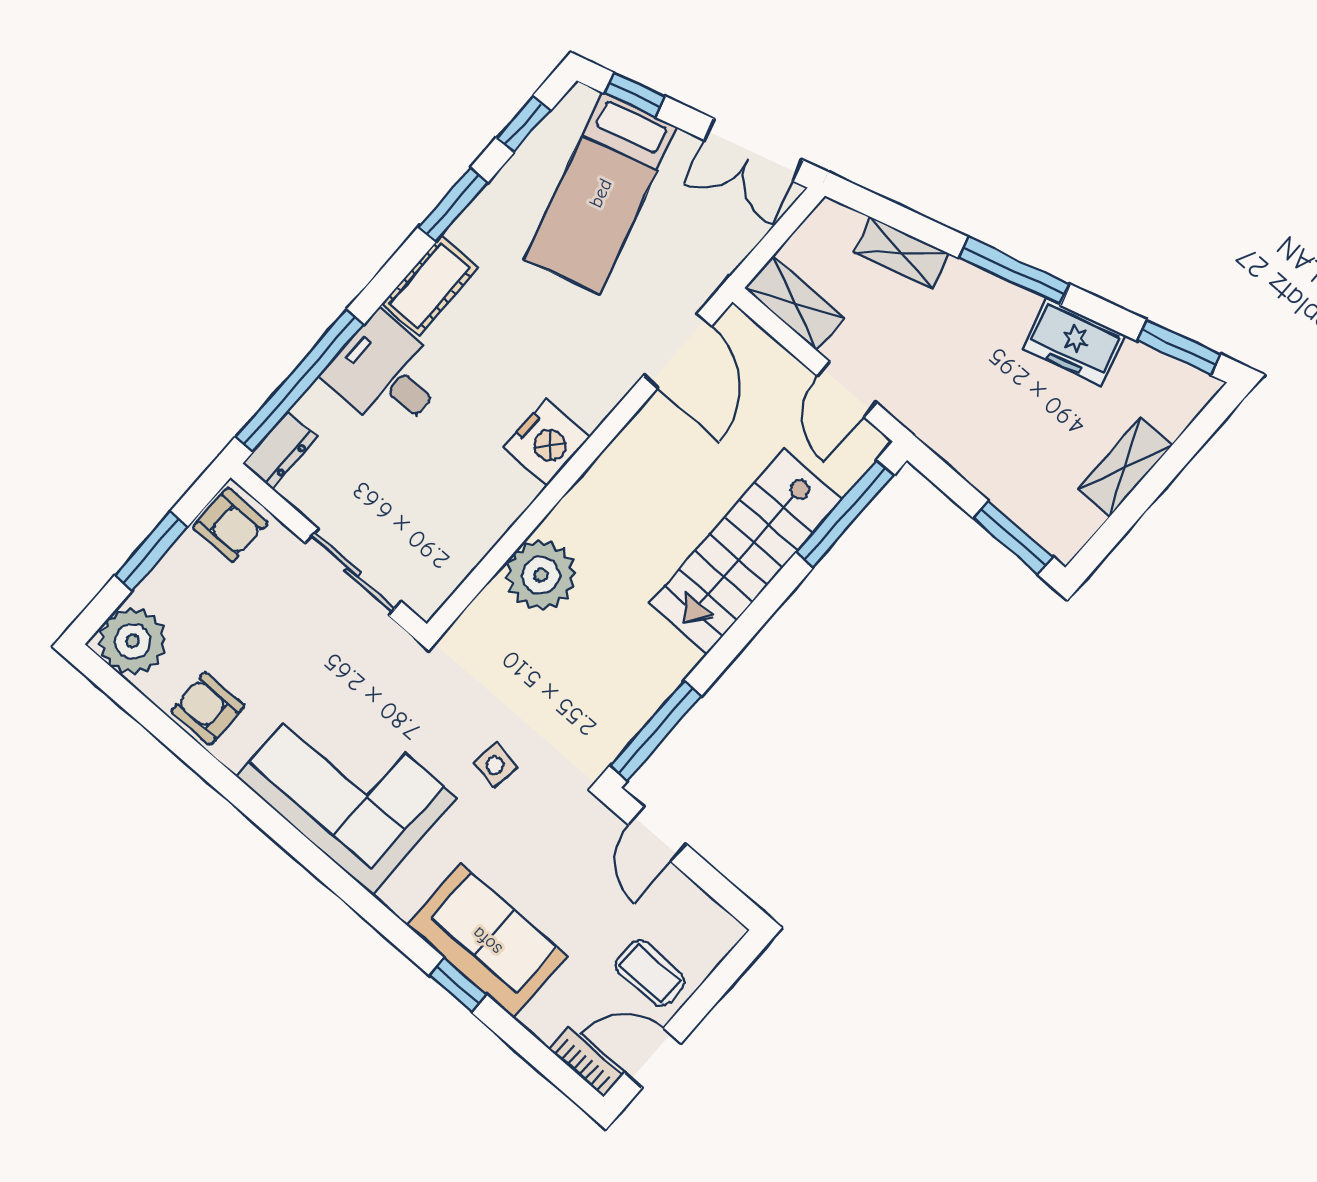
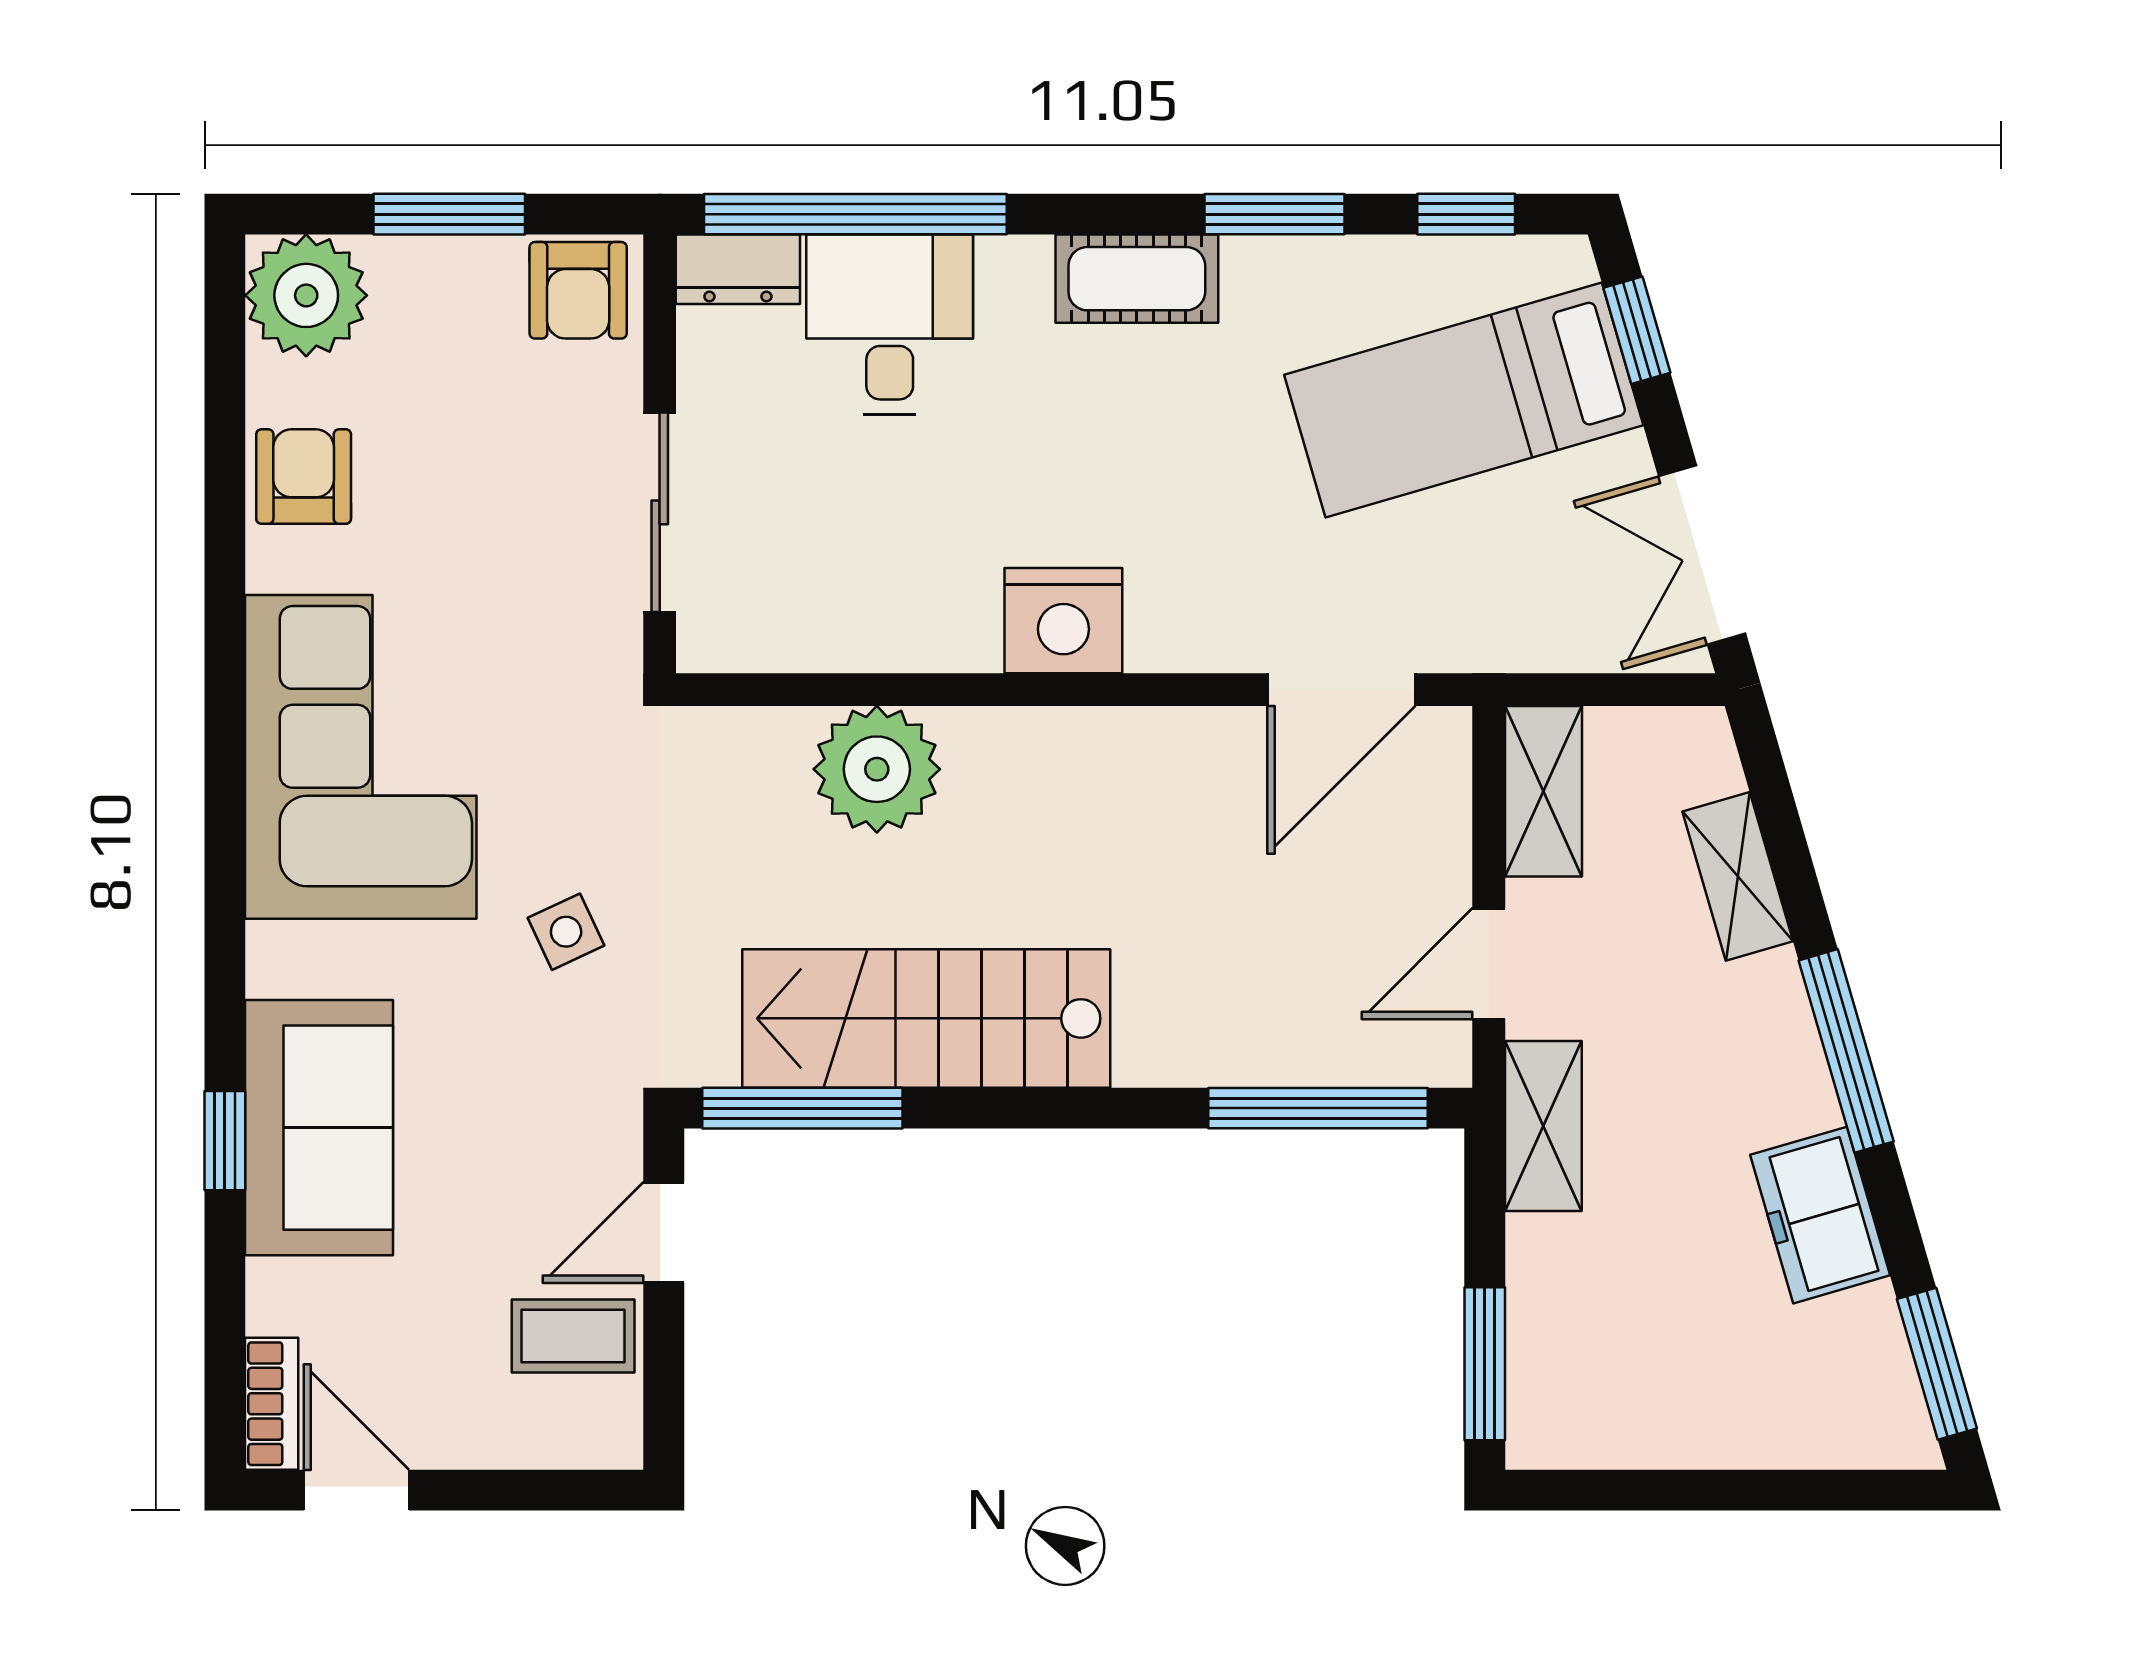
desk: (386, 375) -> (890, 324), moved
shelving: (1125, 467) -> (1543, 1126), moved, turned 90
stairs: (746, 551) -> (926, 1018), moved
side table: (495, 765) -> (566, 932), turned -34
coffee table: (650, 973) -> (573, 1336), moved, turned 90

